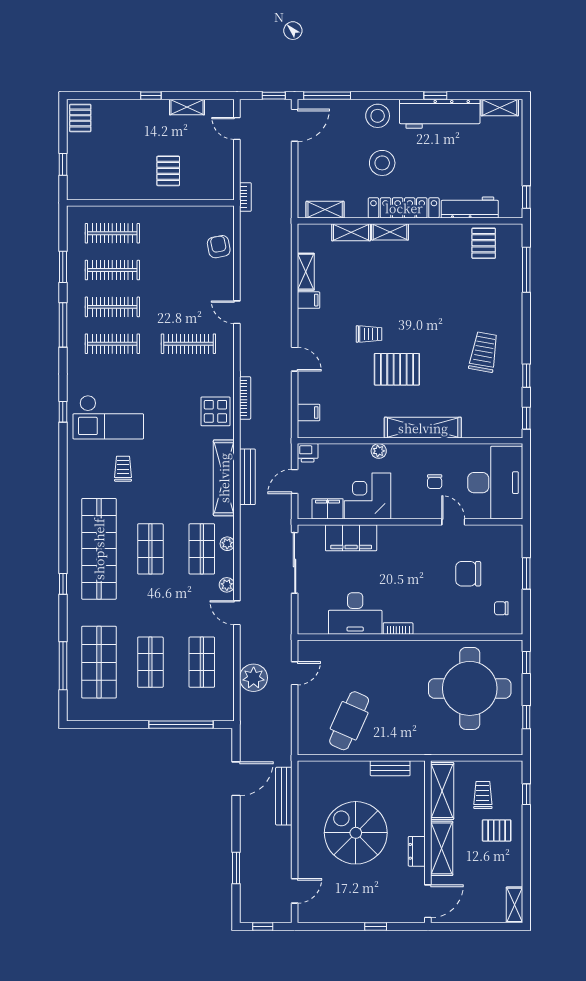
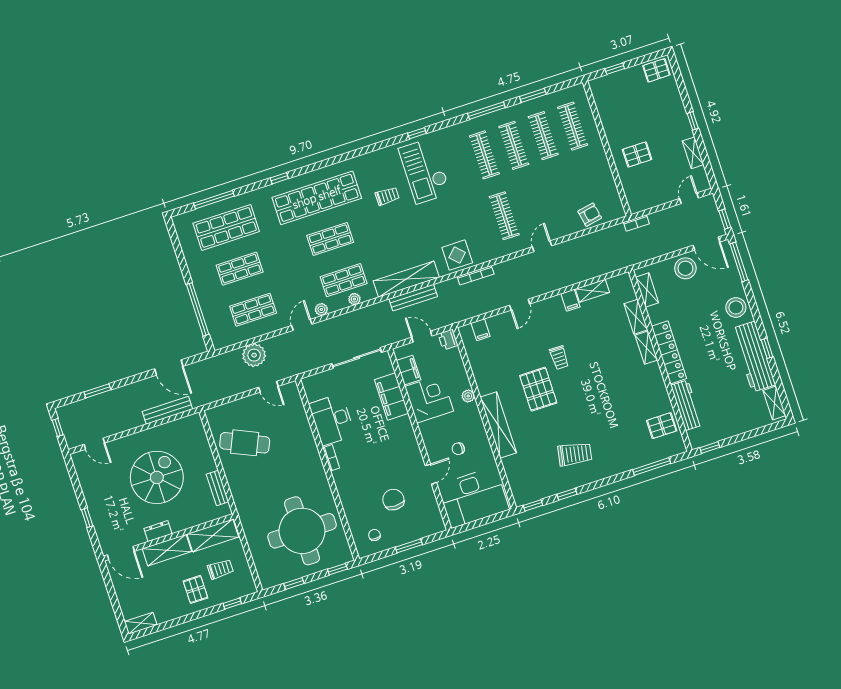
stool: (382, 163) -> (685, 268), moved

